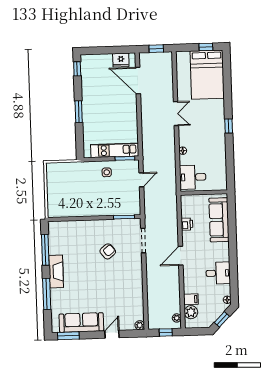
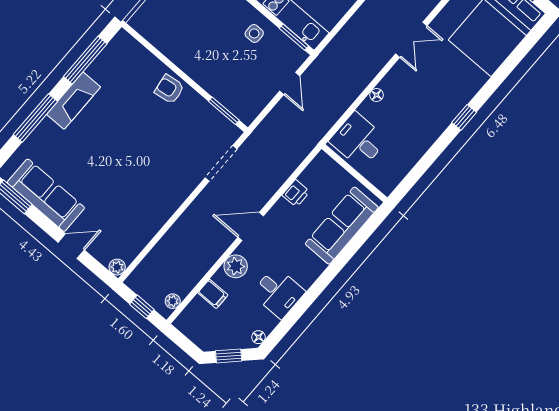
door: (141, 180) -> (290, 83), hinge flipped
armchair: (108, 251) -> (169, 89), moved, turned -149
plant: (191, 312) -> (236, 266), moved

